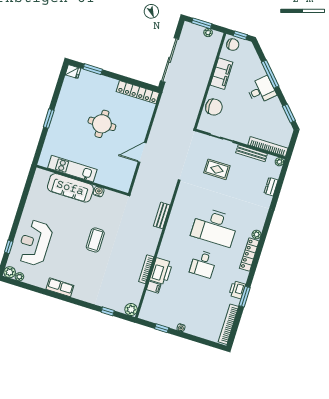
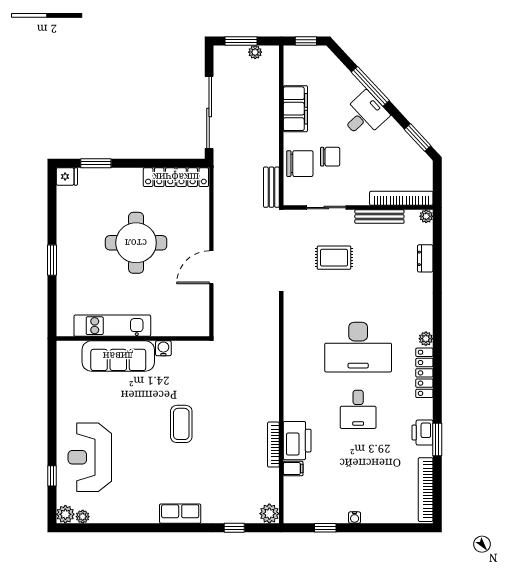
chair: (233, 45) -> (330, 157), moved
round table: (102, 124) -> (136, 243), width x1.36, depth x1.36
bench: (162, 215) -> (271, 187), moved
row of seats: (60, 287) -> (180, 514), moved

